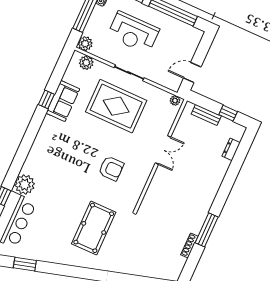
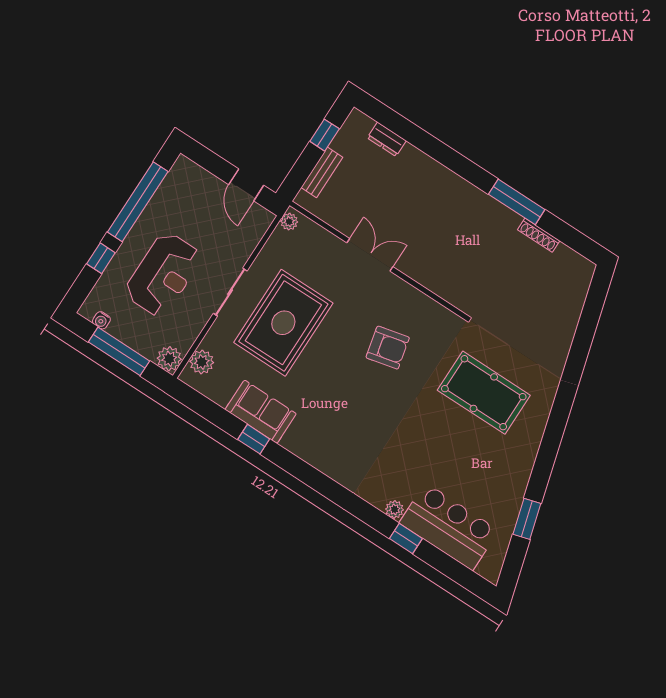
armchair: (111, 168) -> (388, 348), turned 77
plant: (25, 185) -> (394, 509), width x0.53, depth x0.53

